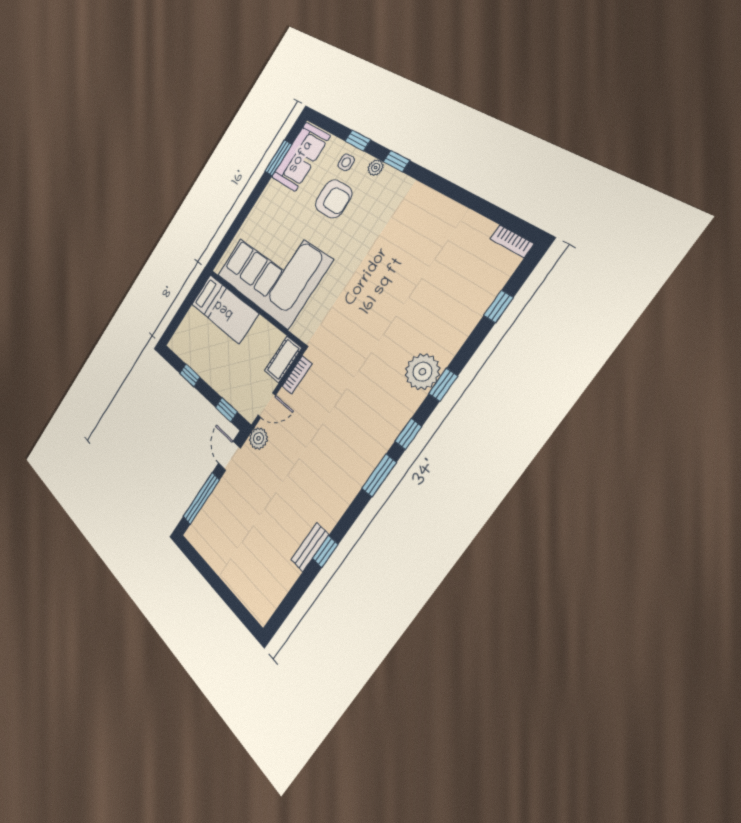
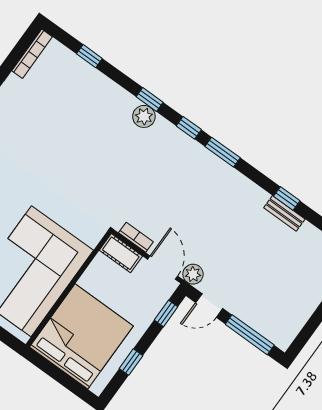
bookcase: (512, 241) -> (32, 54), width x1.56
bed: (224, 309) -> (81, 336), width x2.04
plant: (422, 372) -> (144, 116), width x0.73, depth x0.73
door: (267, 405) -> (163, 268), width x1.38

